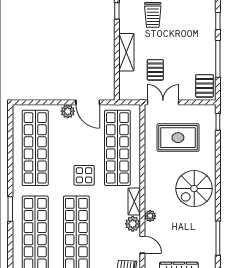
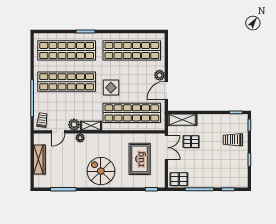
shelving: (126, 52) -> (182, 120), moved

